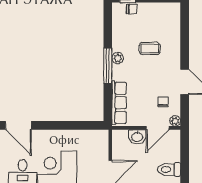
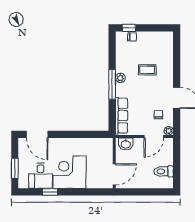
washbasin: (137, 137) -> (126, 144), moved

